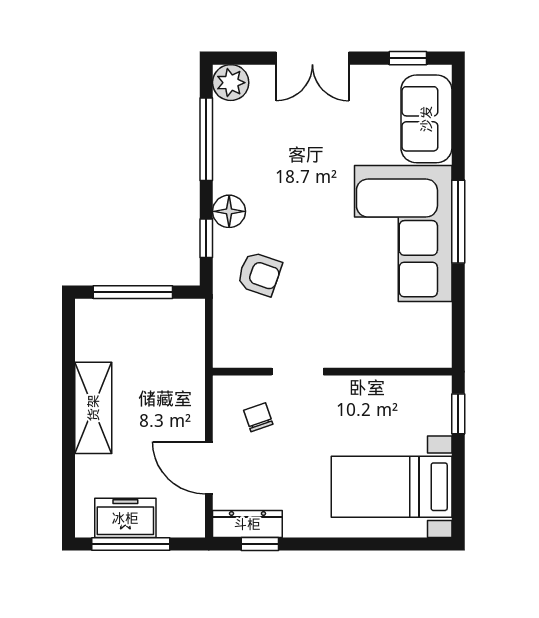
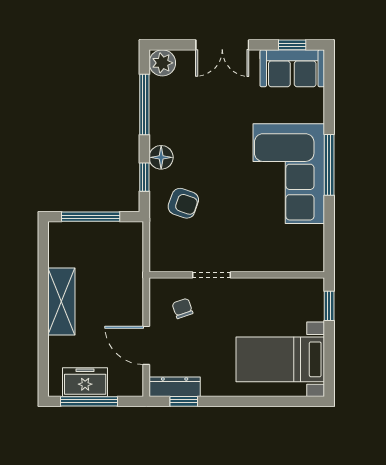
sofa: (426, 119) -> (292, 68), moved, turned -90

